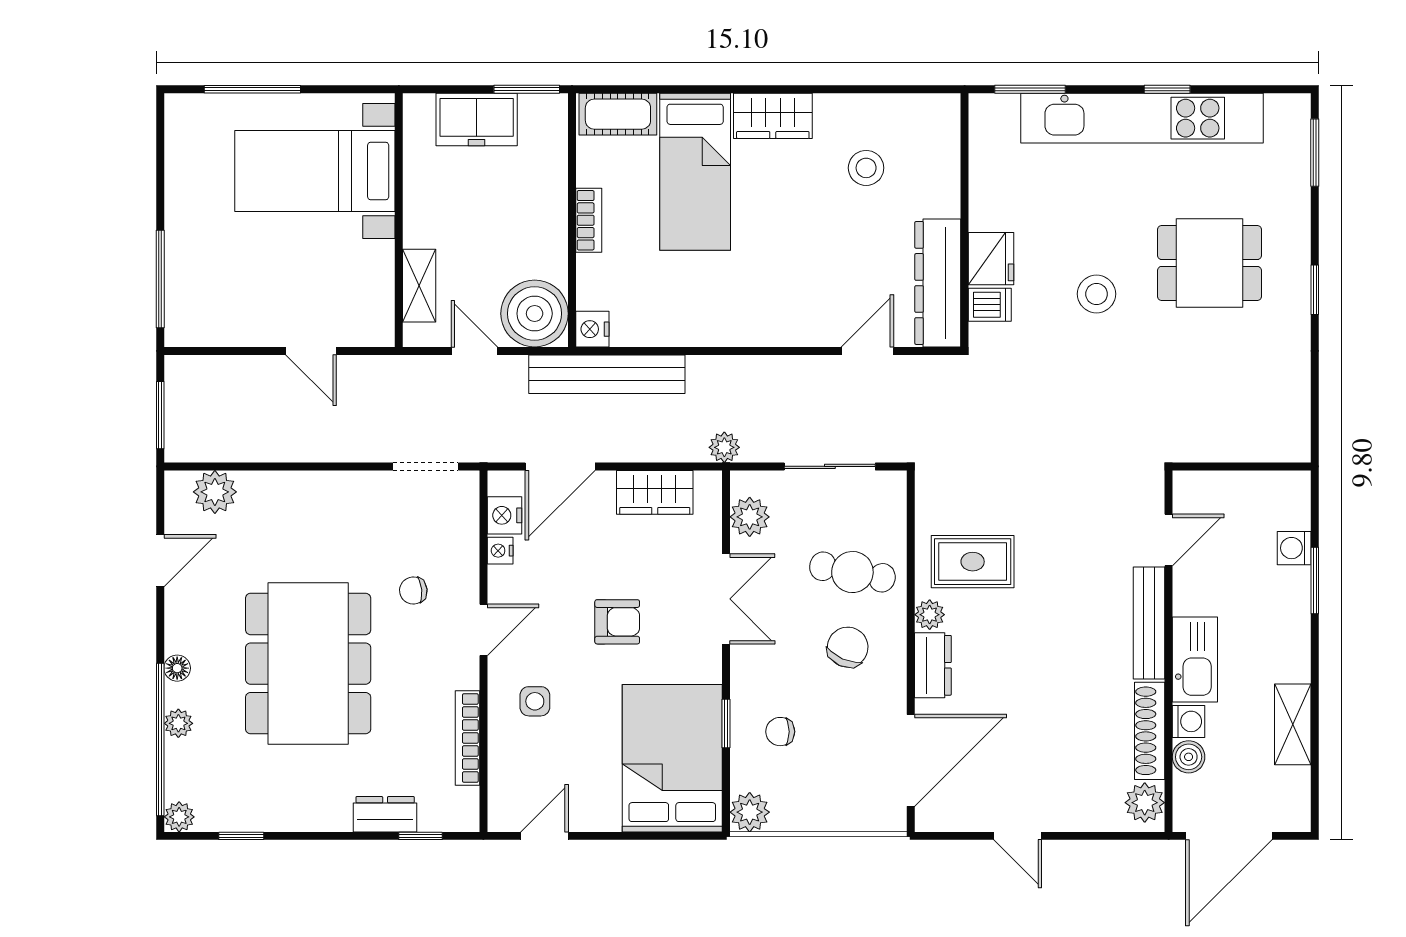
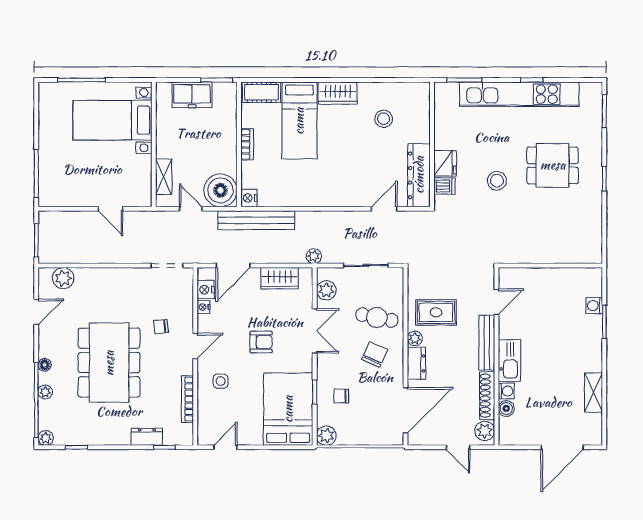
door: (1169, 540) -> (496, 302), moved
bench: (1149, 623) -> (487, 343), moved
wall: (1169, 651) -> (496, 356), moved
kitchen sink: (1195, 660) -> (509, 361), moved
washing machine: (1189, 721) -> (506, 391), moved
shoe rack: (1150, 731) -> (487, 396), moved
boiler: (1189, 757) -> (506, 408), moved
plant: (1145, 803) -> (485, 431), moved

